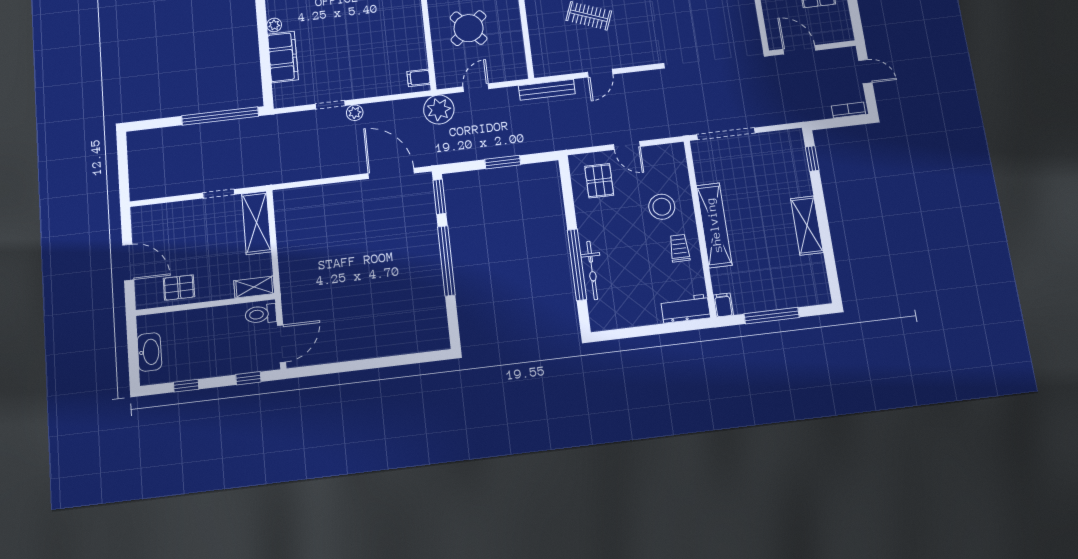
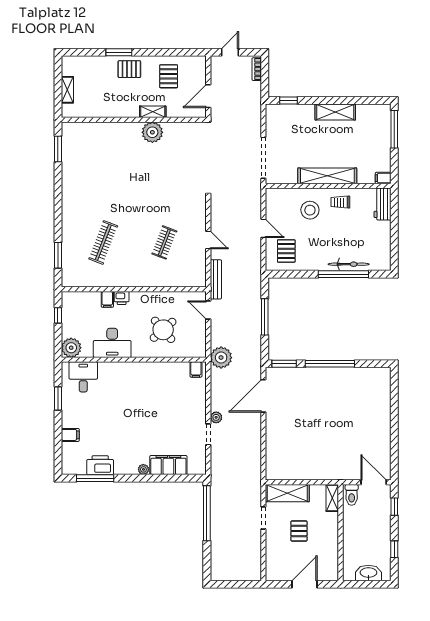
door: (476, 88) -> (208, 310), moved
door: (627, 145) -> (263, 228), hinge flipped
window: (503, 162) -> (265, 317), width x1.44
pallet: (599, 181) -> (286, 251), turned 90
pallet: (179, 288) -> (299, 531), moved
window: (772, 316) -> (394, 129), moved

